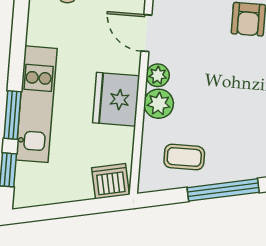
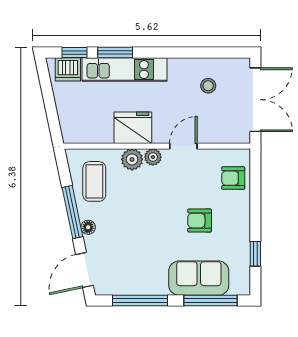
coffee table: (184, 157) -> (94, 181), width x1.36, depth x1.30
floor lamp: (245, 170) -> (88, 227), added
dishwasher: (111, 181) -> (68, 69), moved, turned 102

